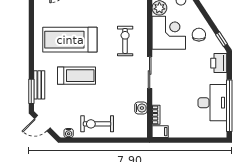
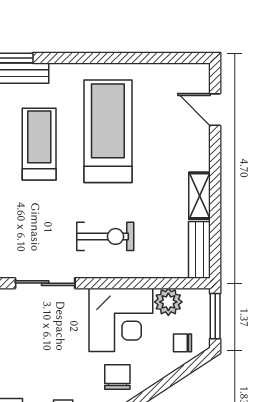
chair: (199, 35) -> (117, 377), turned -90
treadmill: (77, 76) -> (39, 144), turned 180

